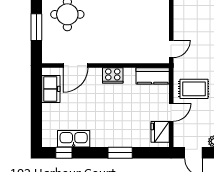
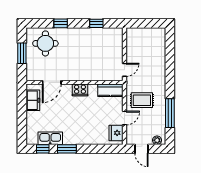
window: (120, 153) -> (67, 149), moved

